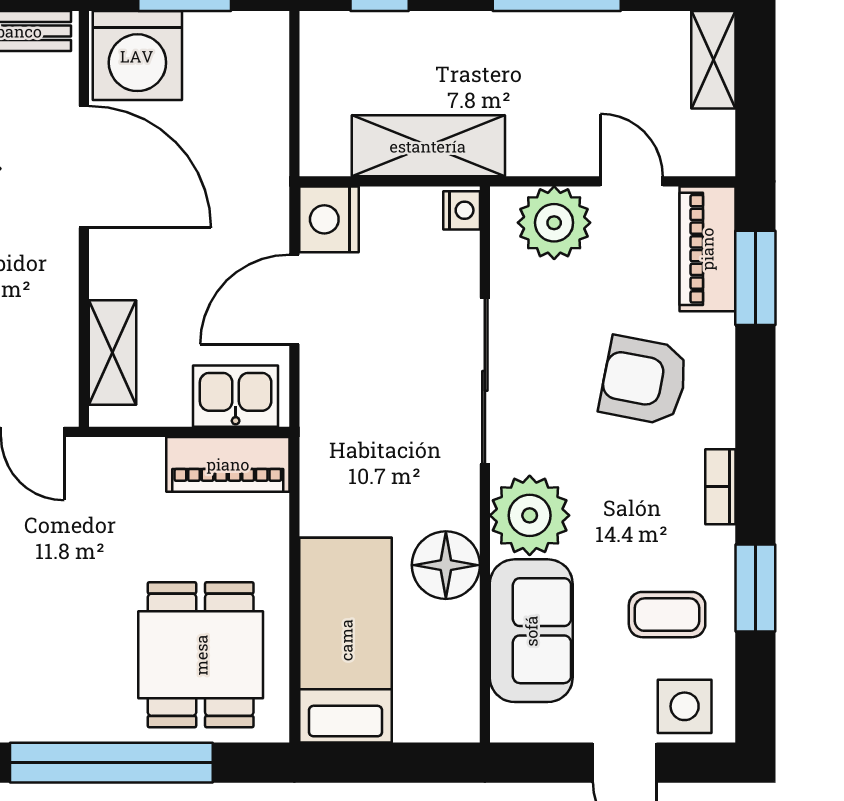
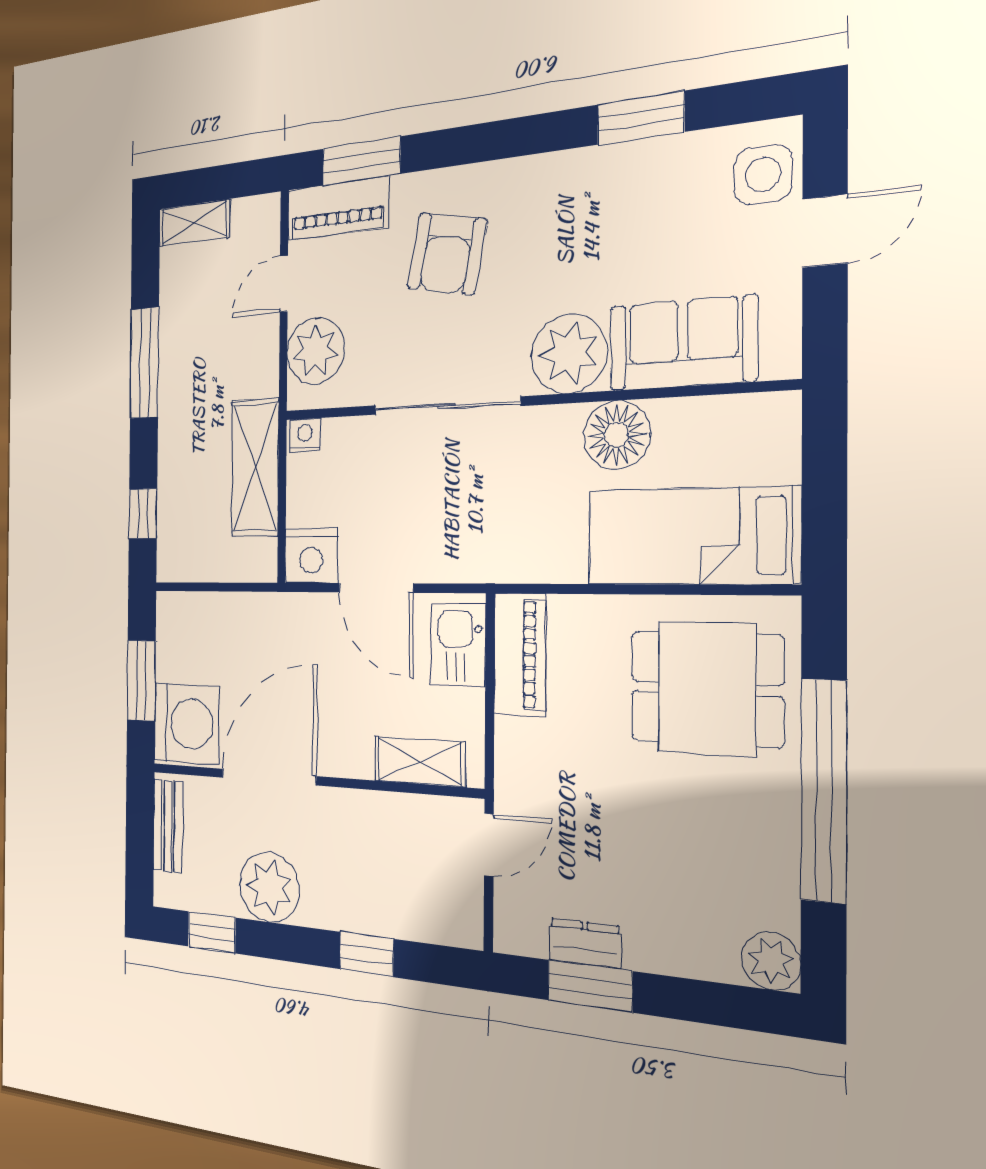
bookcase: (720, 487) -> (543, 168), removed
coffee table: (667, 615) -> (667, 205), removed

